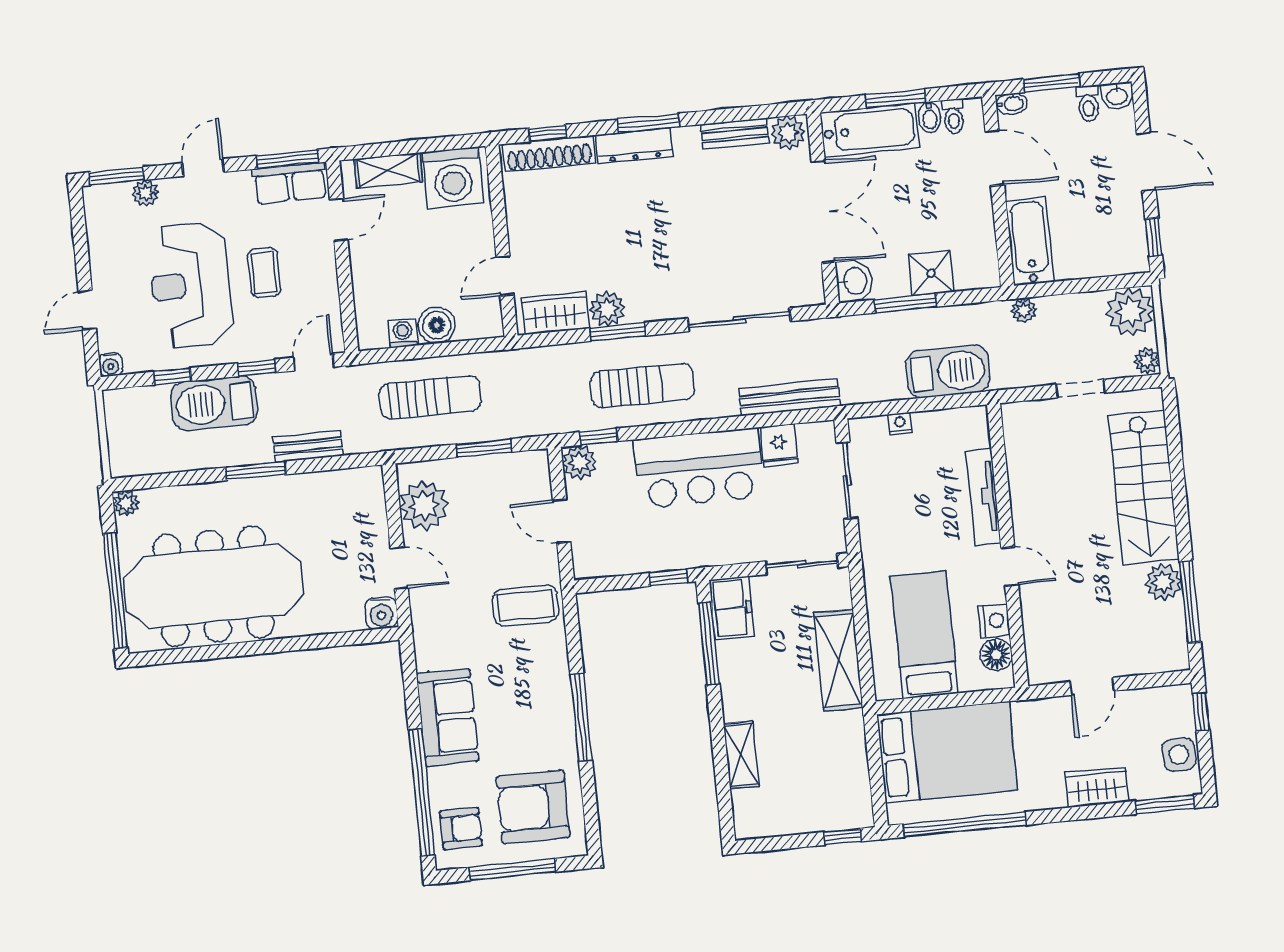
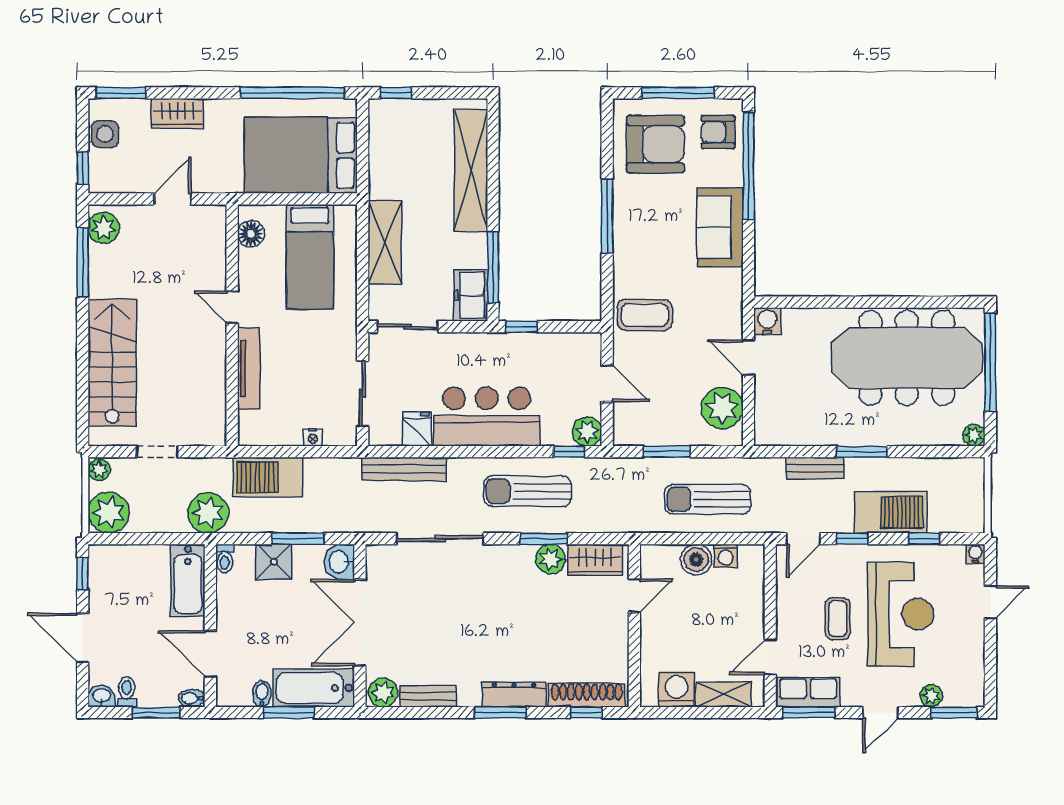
toilet: (953, 116) -> (225, 559), moved, turned 180
washing machine: (453, 177) -> (677, 690), width x0.73, depth x0.73
plant: (1024, 311) -> (208, 513), width x1.88, depth x1.88
plant: (1163, 582) -> (104, 228), moved
nightstand: (994, 621) -> (250, 263), removed
shelving: (741, 755) -> (471, 171), width x2.20, depth x1.33

